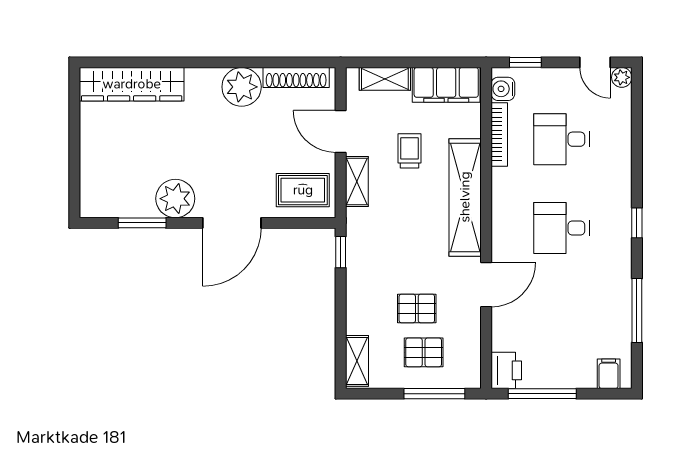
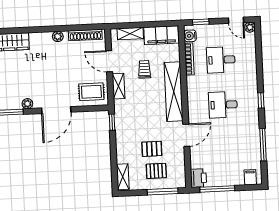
plant: (242, 87) -> (58, 36), width x0.53, depth x0.53
plant: (175, 199) -> (27, 104), width x0.53, depth x0.53

